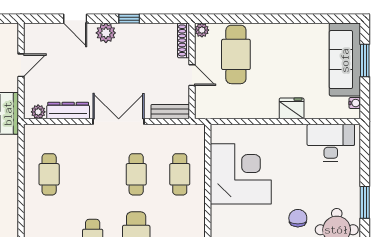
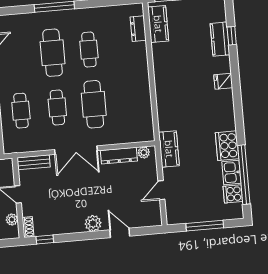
window: (129, 19) -> (45, 240), moved
plant: (202, 30) -> (12, 220), moved
shoe rack: (184, 40) -> (28, 227), width x0.70
cafe table: (49, 174) -> (94, 104), moved, width x1.37, depth x1.35

